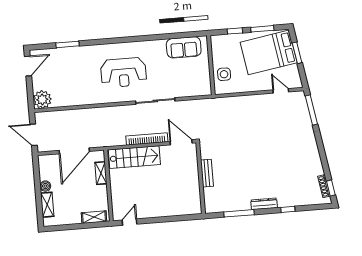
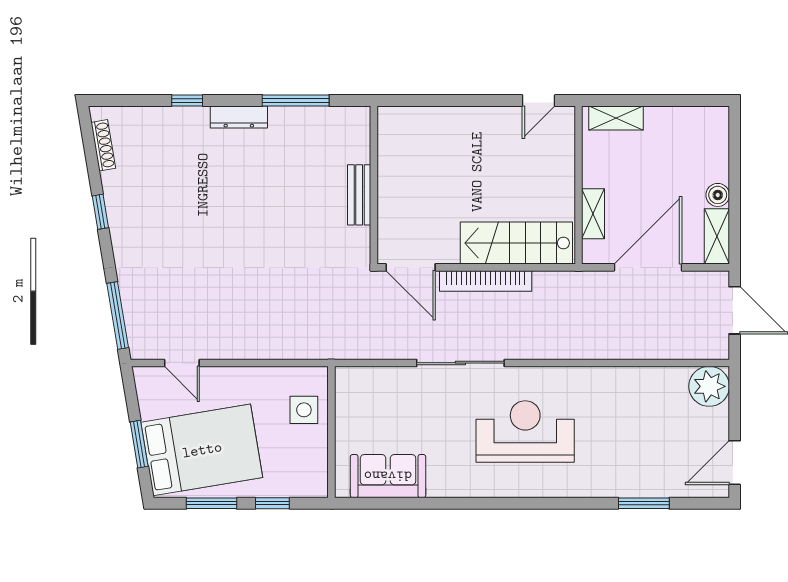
window: (331, 188) -> (100, 212), moved
shelving: (47, 205) -> (717, 236), moved

